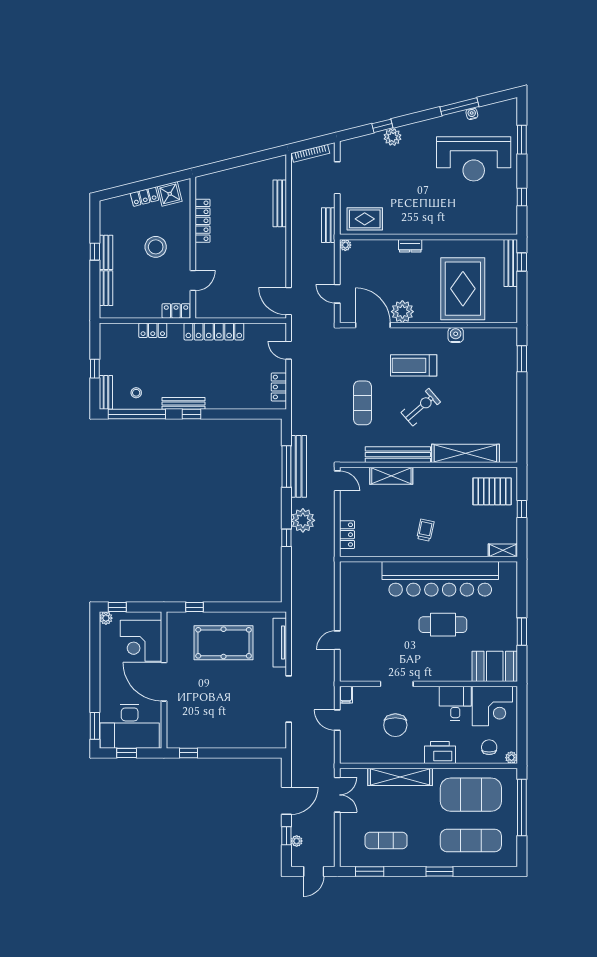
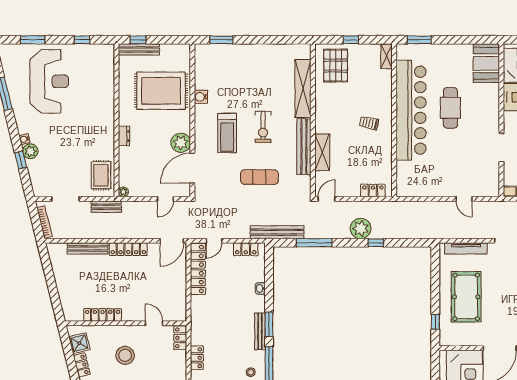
water cooler: (472, 114) -> (24, 139), moved
locker: (279, 251) -> (128, 249), added
locker: (214, 331) -> (198, 269), moved
washbasin: (233, 404) -> (260, 288), added
exercise bike: (421, 407) -> (263, 127), turned -139
window: (192, 414) -> (269, 324), width x1.50
bench: (299, 466) -> (277, 232), moved
window: (522, 632) -> (419, 40), moved

